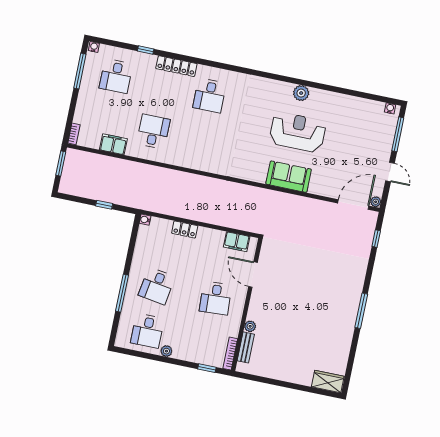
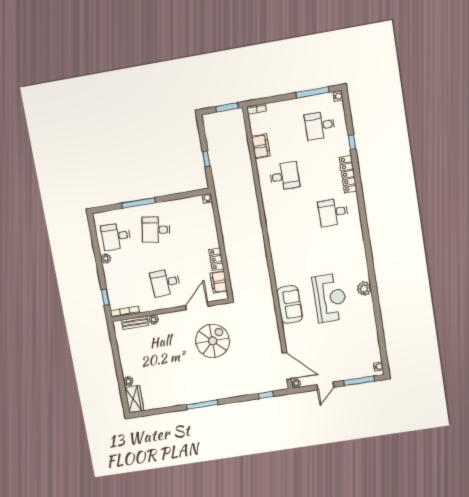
locker: (185, 229) -> (216, 259), moved
spiral stairs: (297, 273) -> (213, 341), added
plant: (306, 380) -> (128, 381), added

